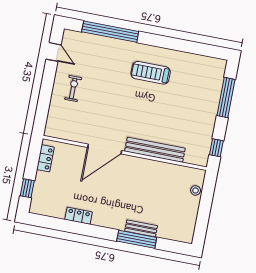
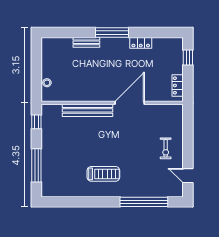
window: (137, 239) -> (112, 32), moved

